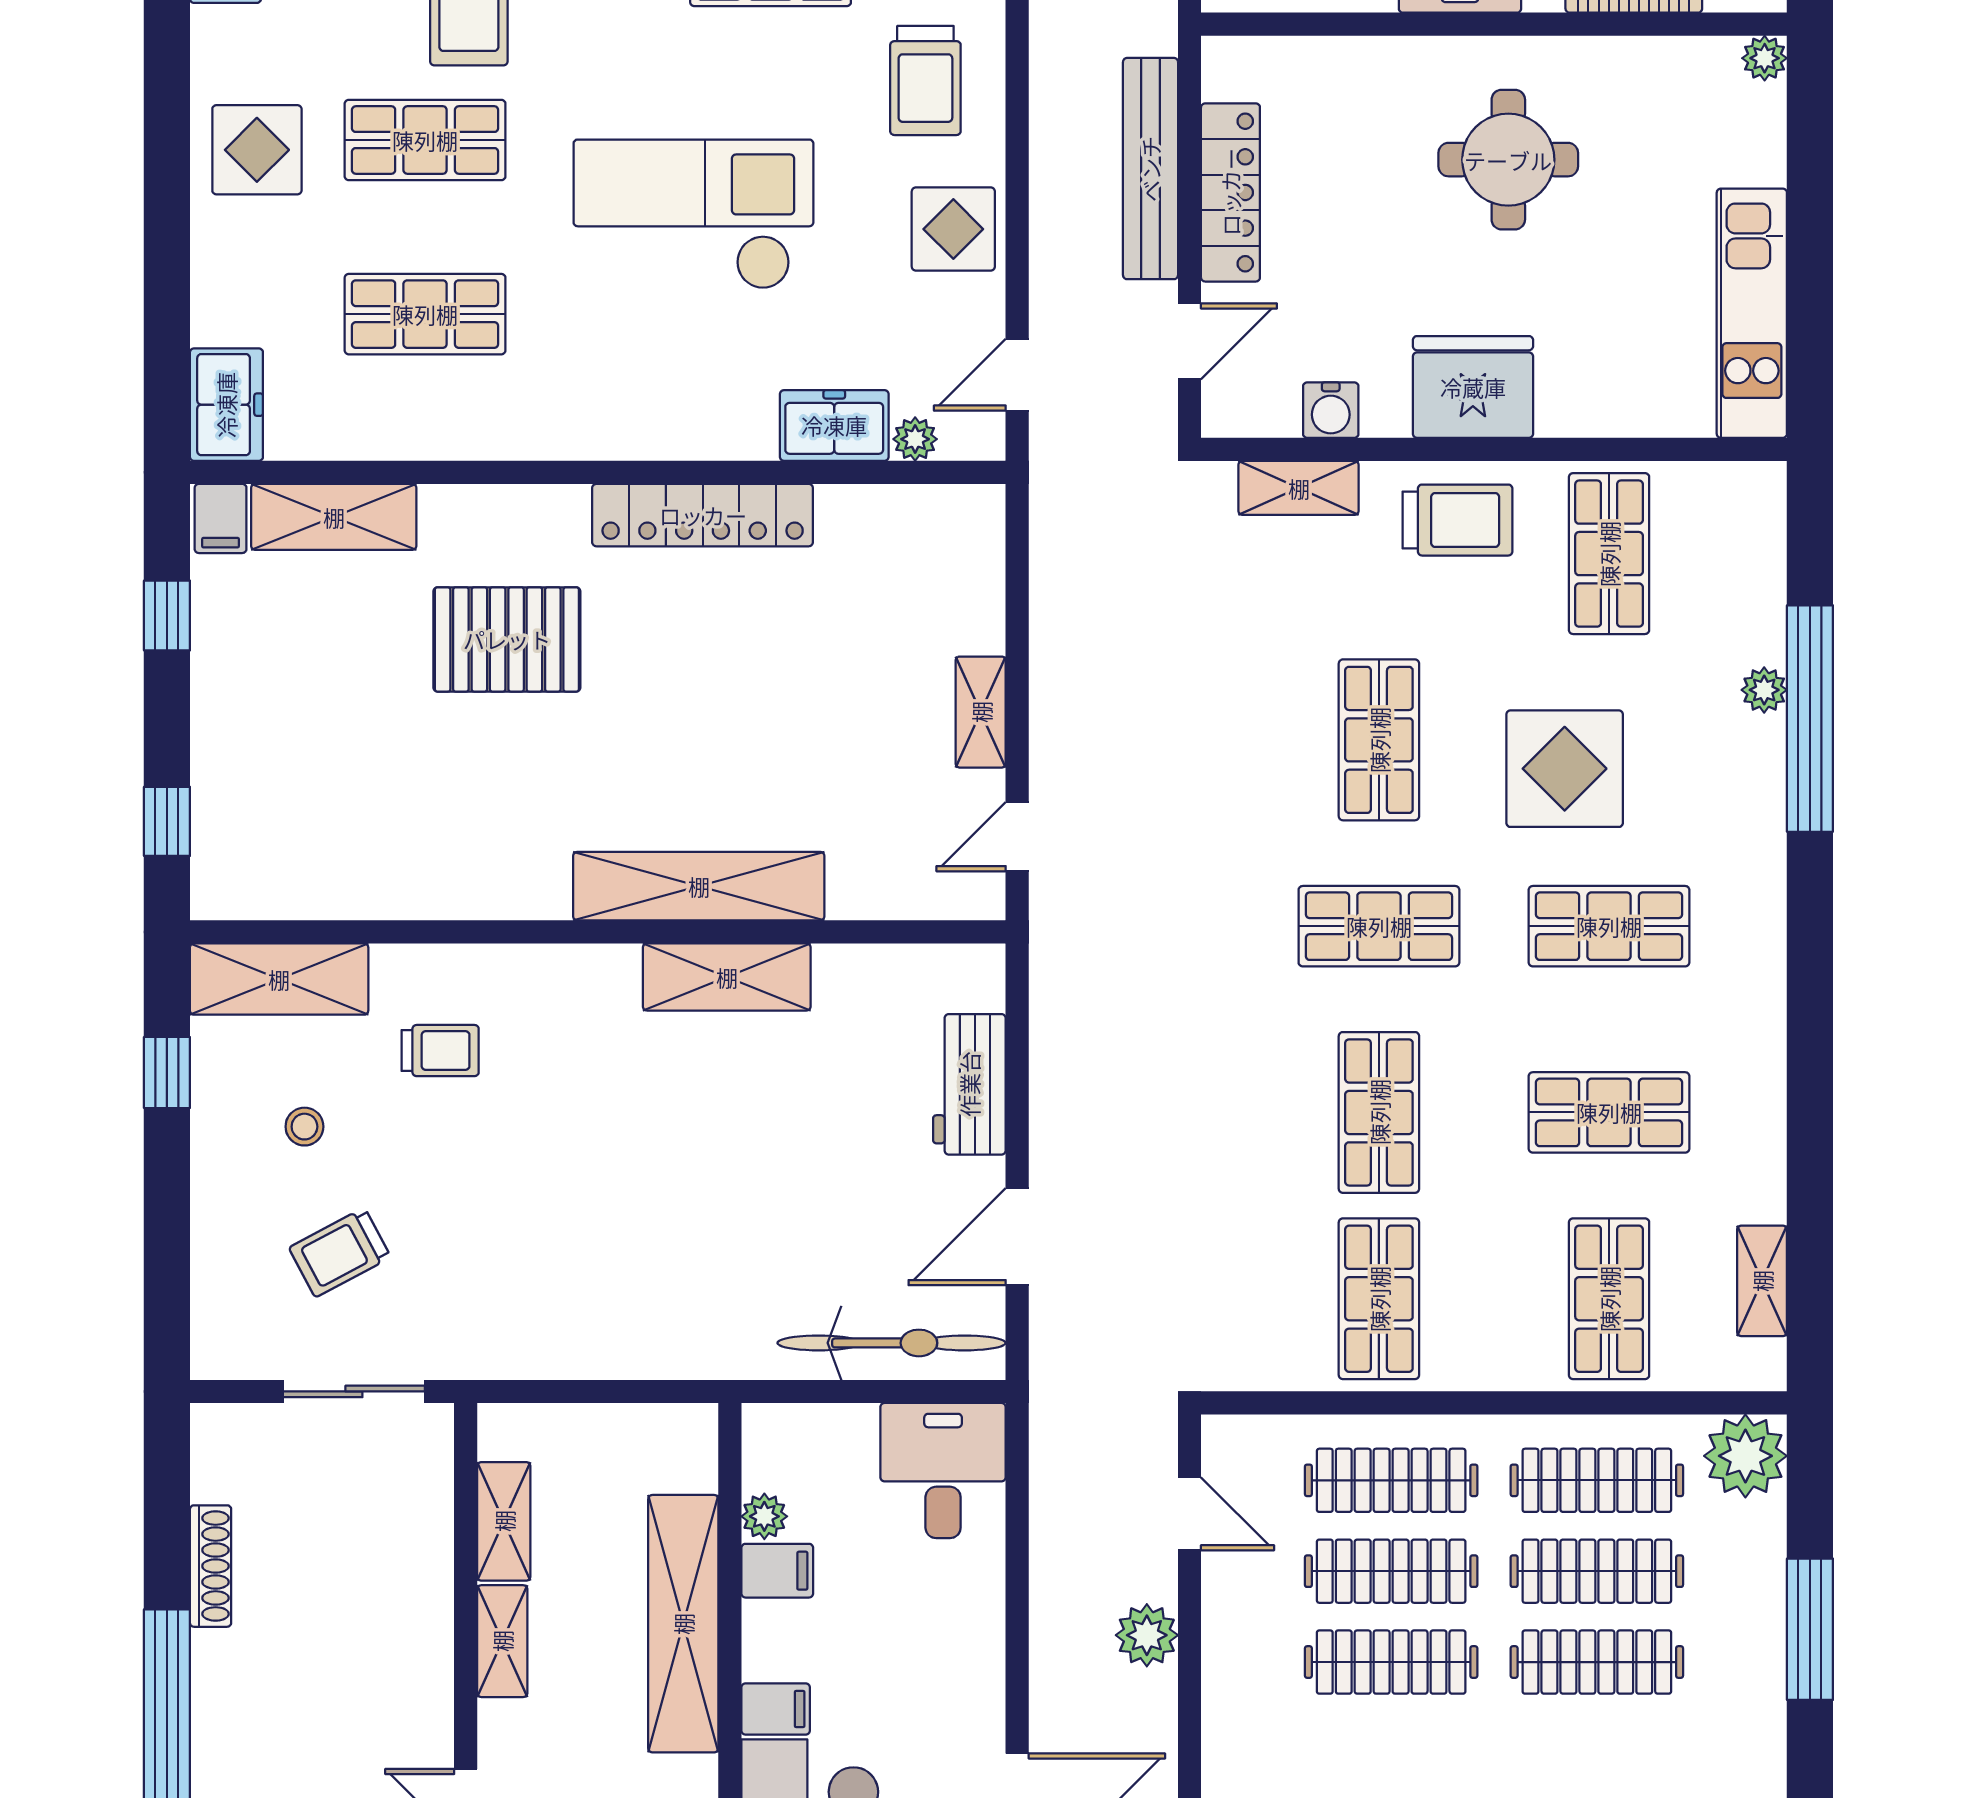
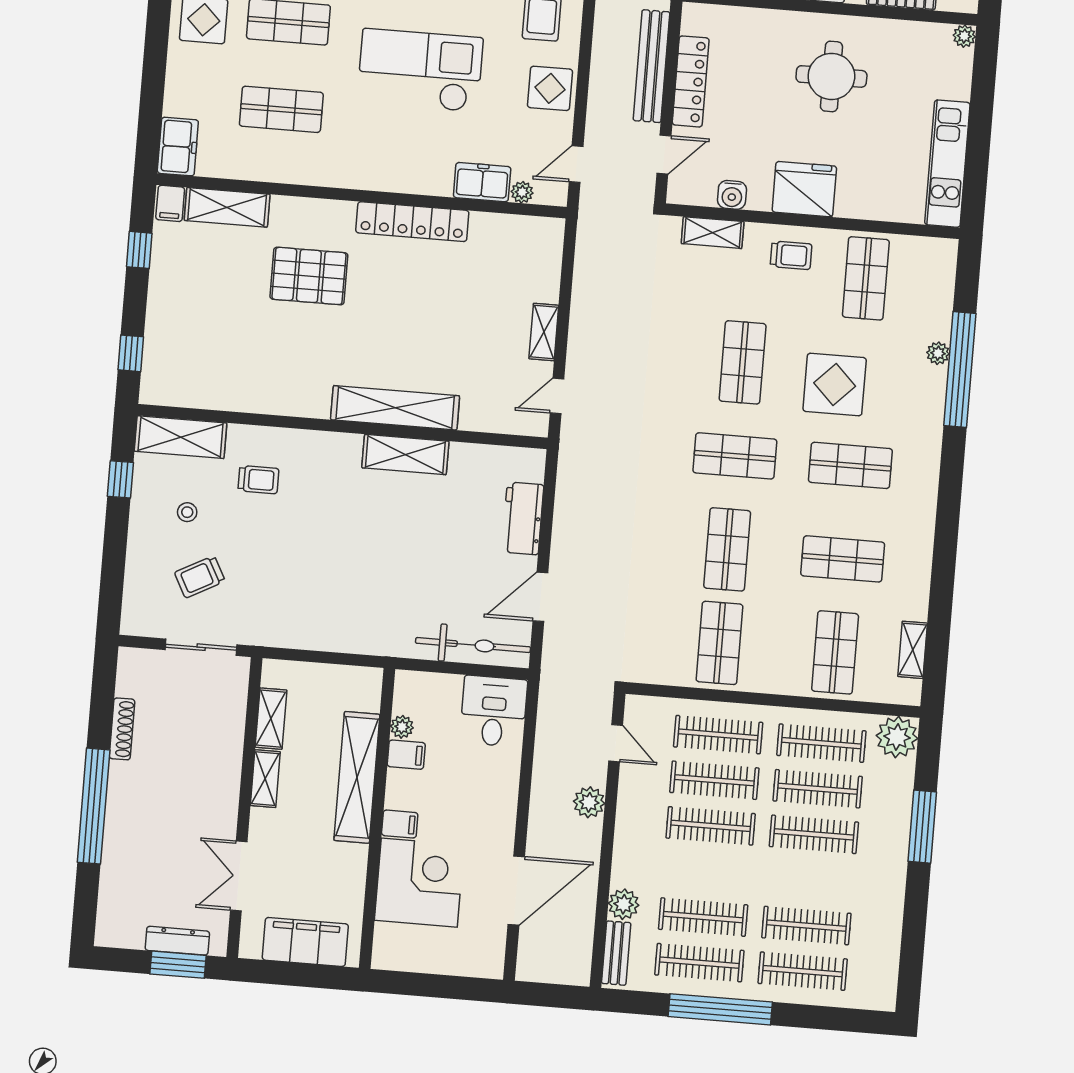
trolley: (1457, 520) -> (791, 255), width x0.73, depth x0.72

